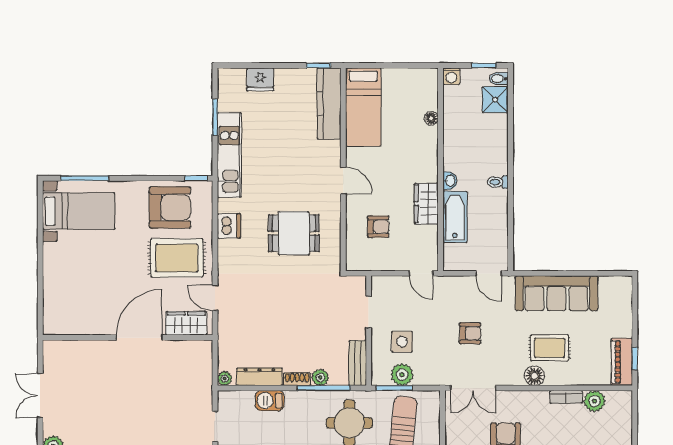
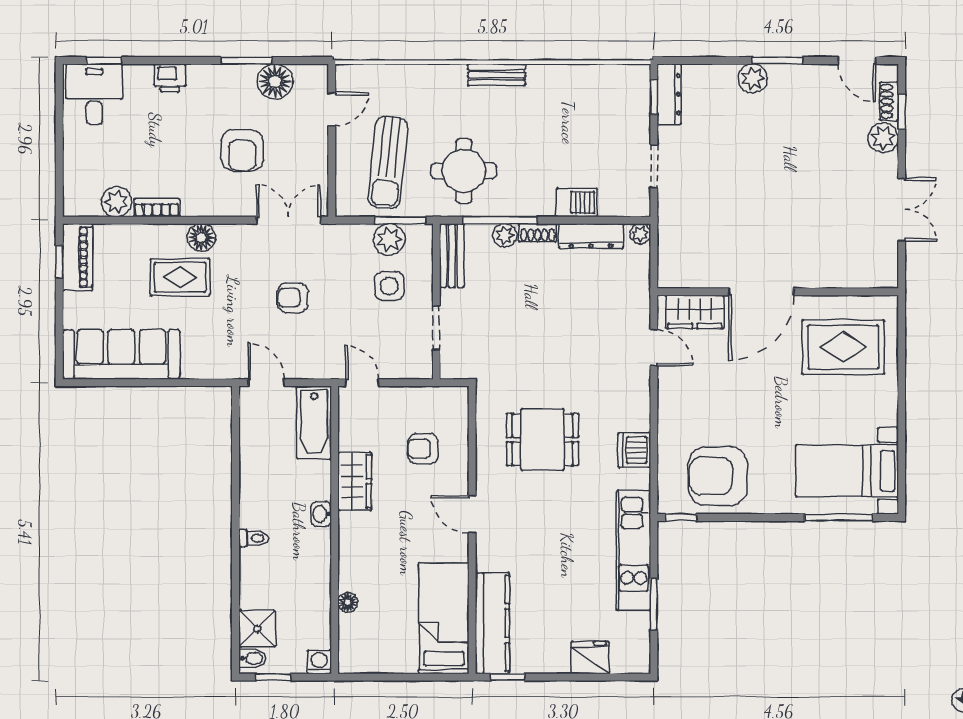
toilet: (498, 182) -> (253, 538), moved
bathtub: (455, 217) -> (314, 422), moved
rug: (177, 258) -> (843, 347), moved
sofa: (556, 293) -> (121, 354), moved

